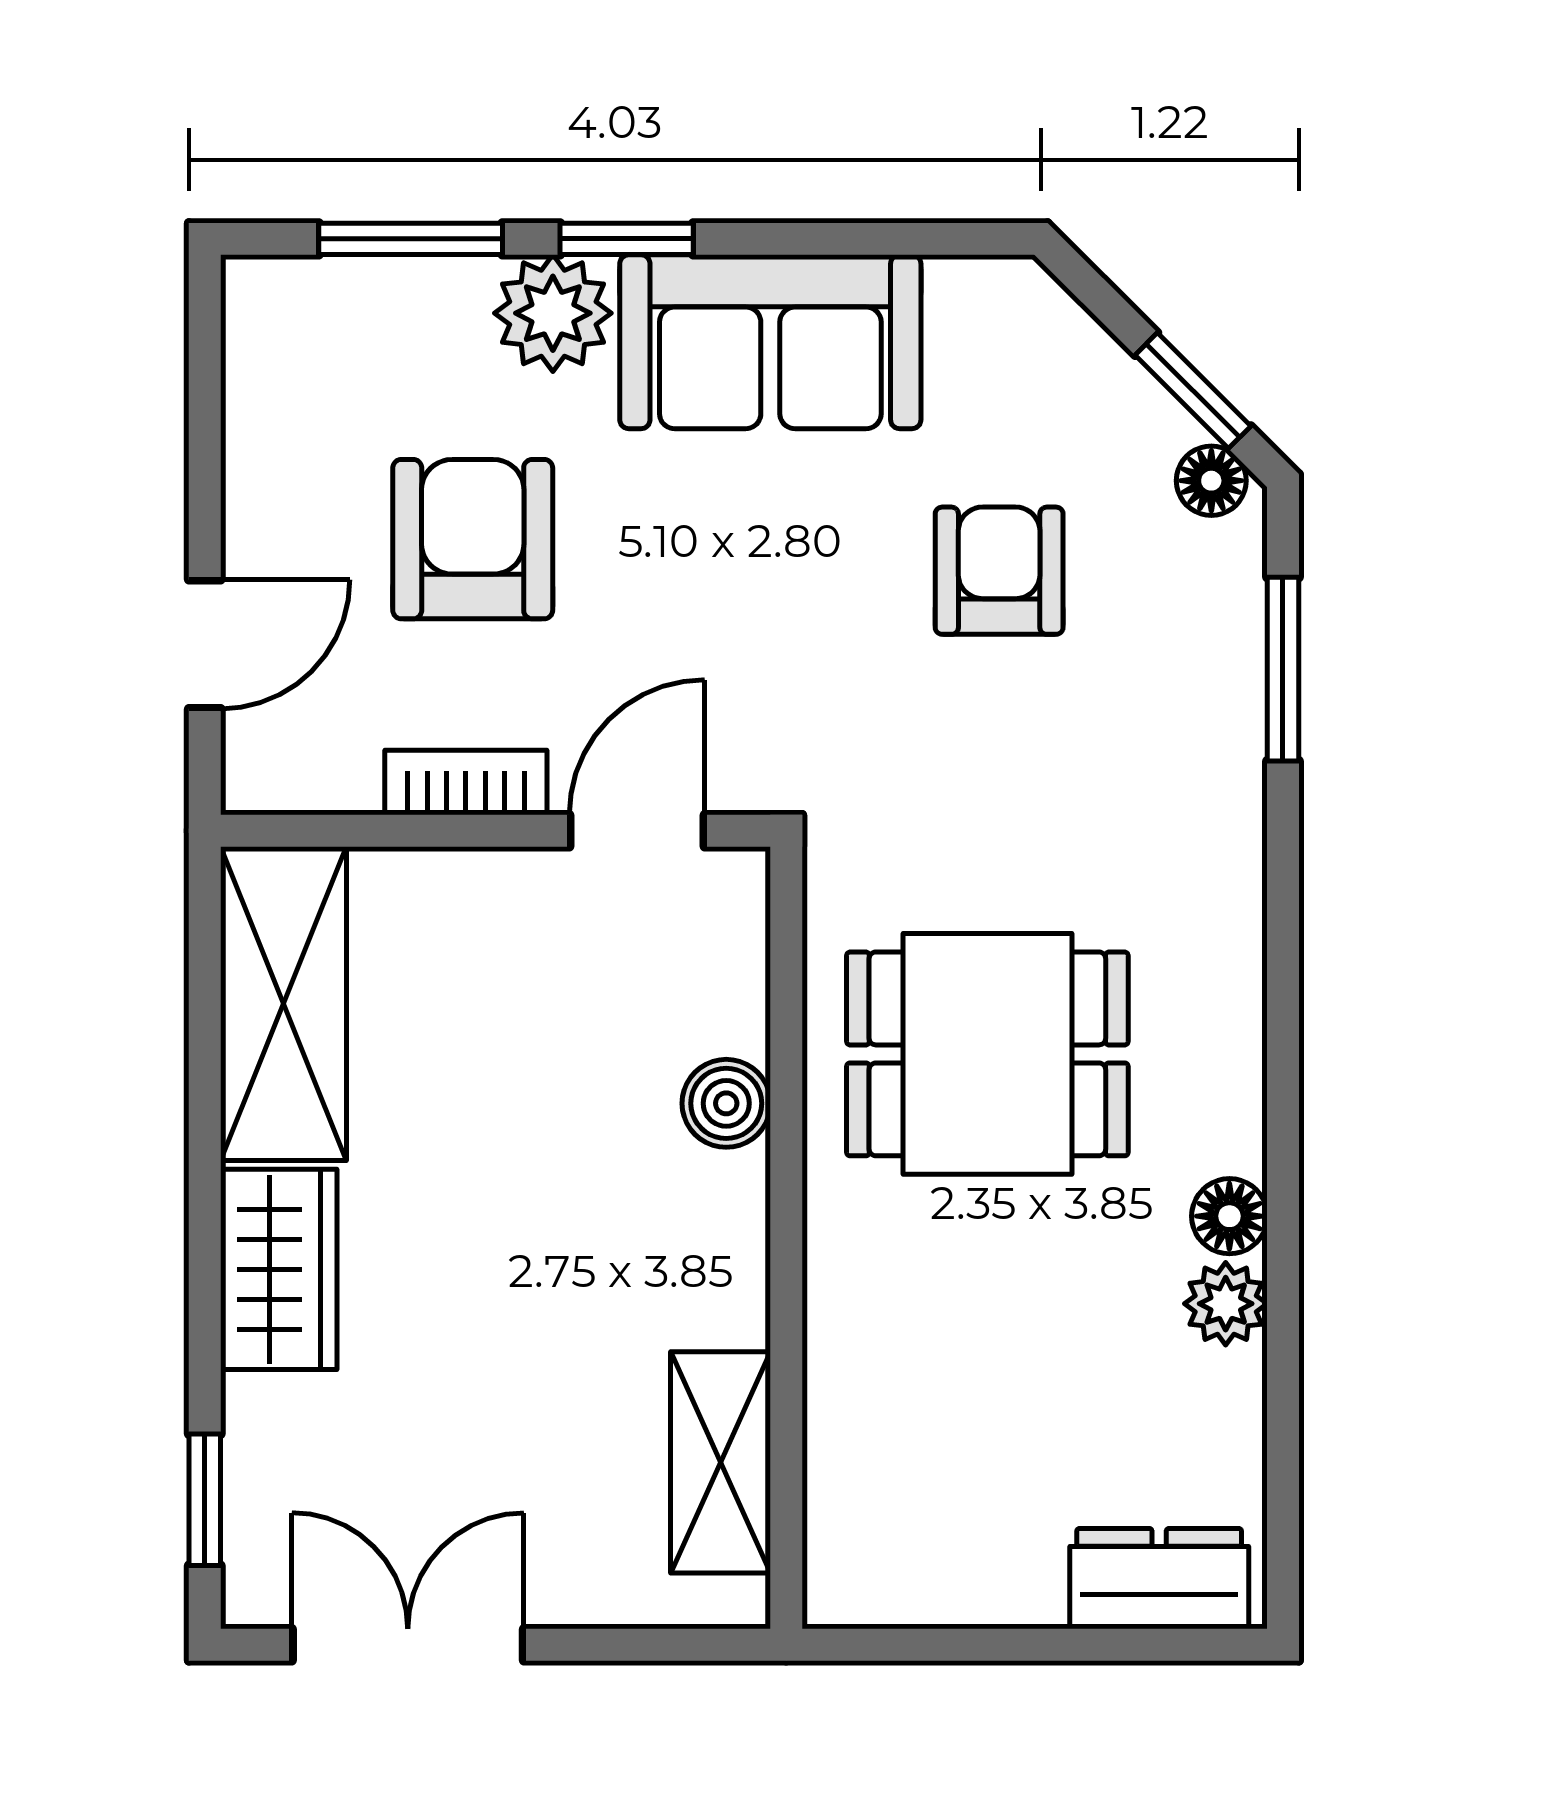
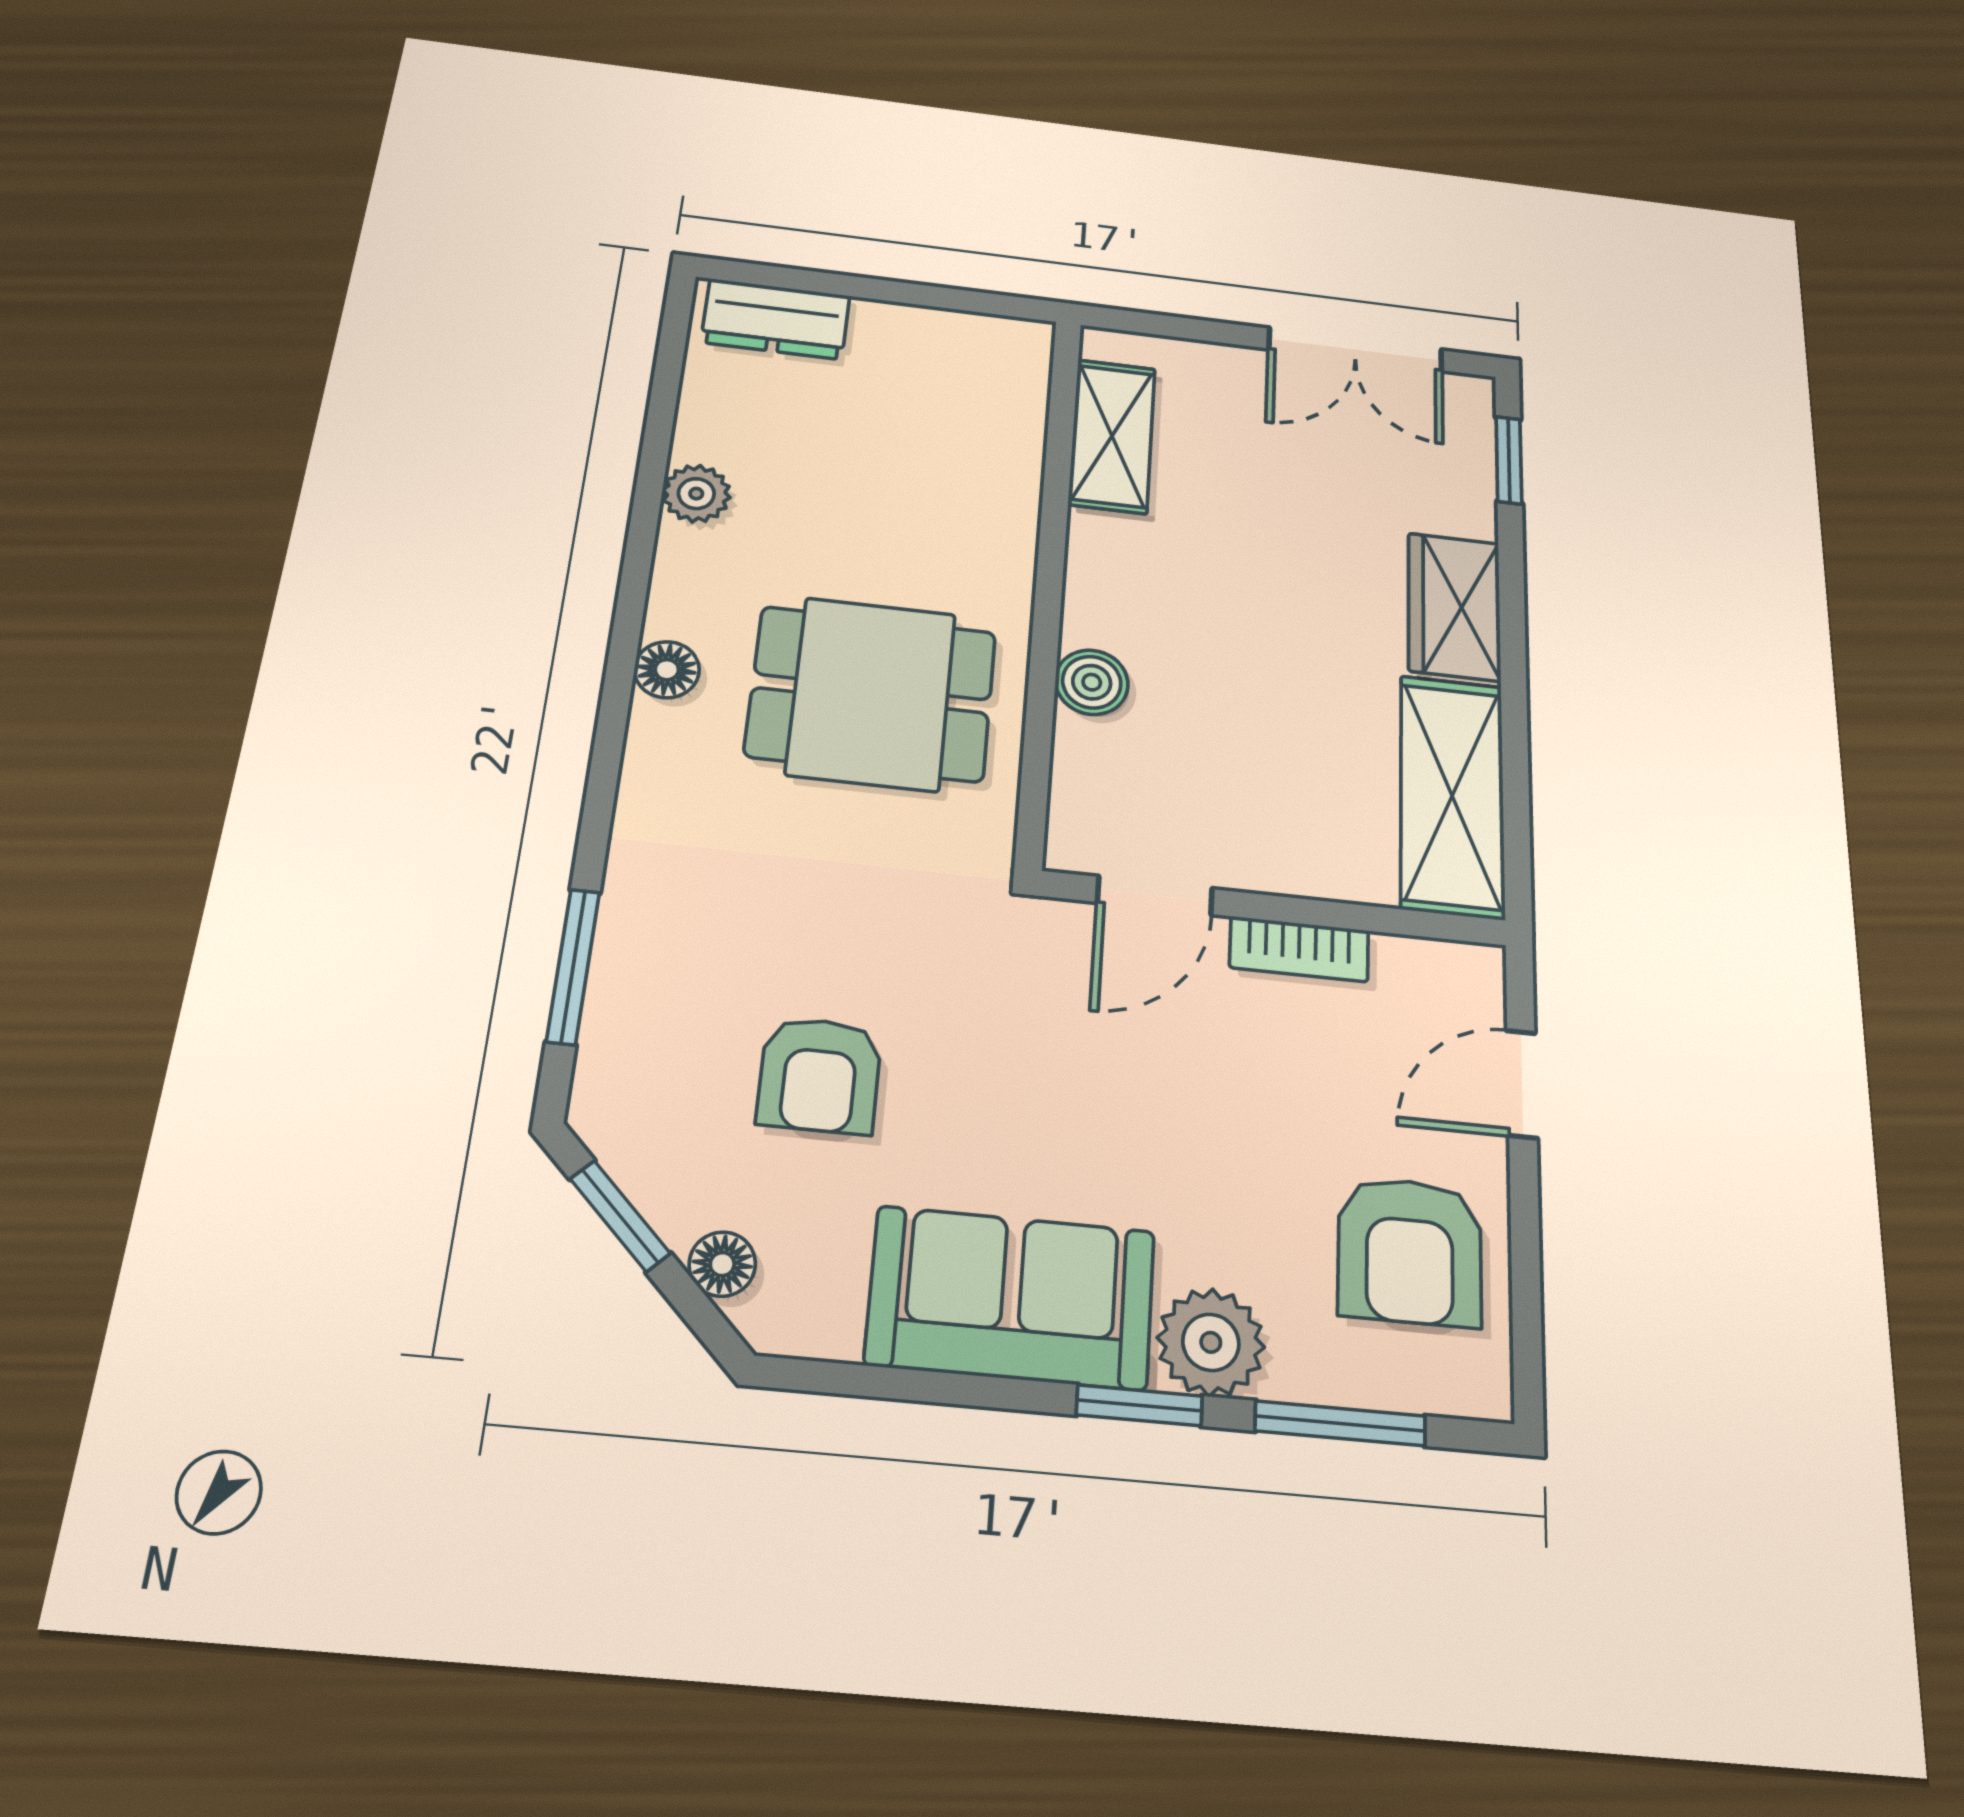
floor lamp: (1211, 481) -> (722, 1264), moved
armchair: (473, 539) -> (1410, 1251), moved
floor lamp: (1229, 1216) -> (667, 670), moved

